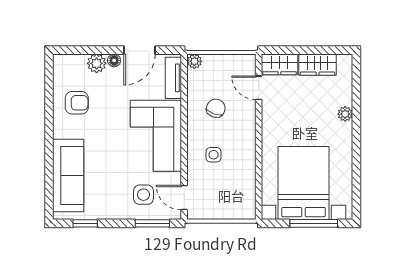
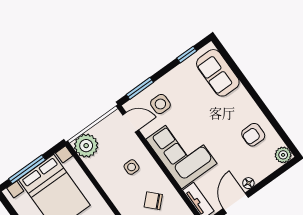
plant: (97, 63) -> (283, 155), moved
chair: (216, 108) -> (153, 201), turned 116
sofa: (68, 175) -> (218, 73), width x0.73
plant: (242, 206) -> (86, 146), added

